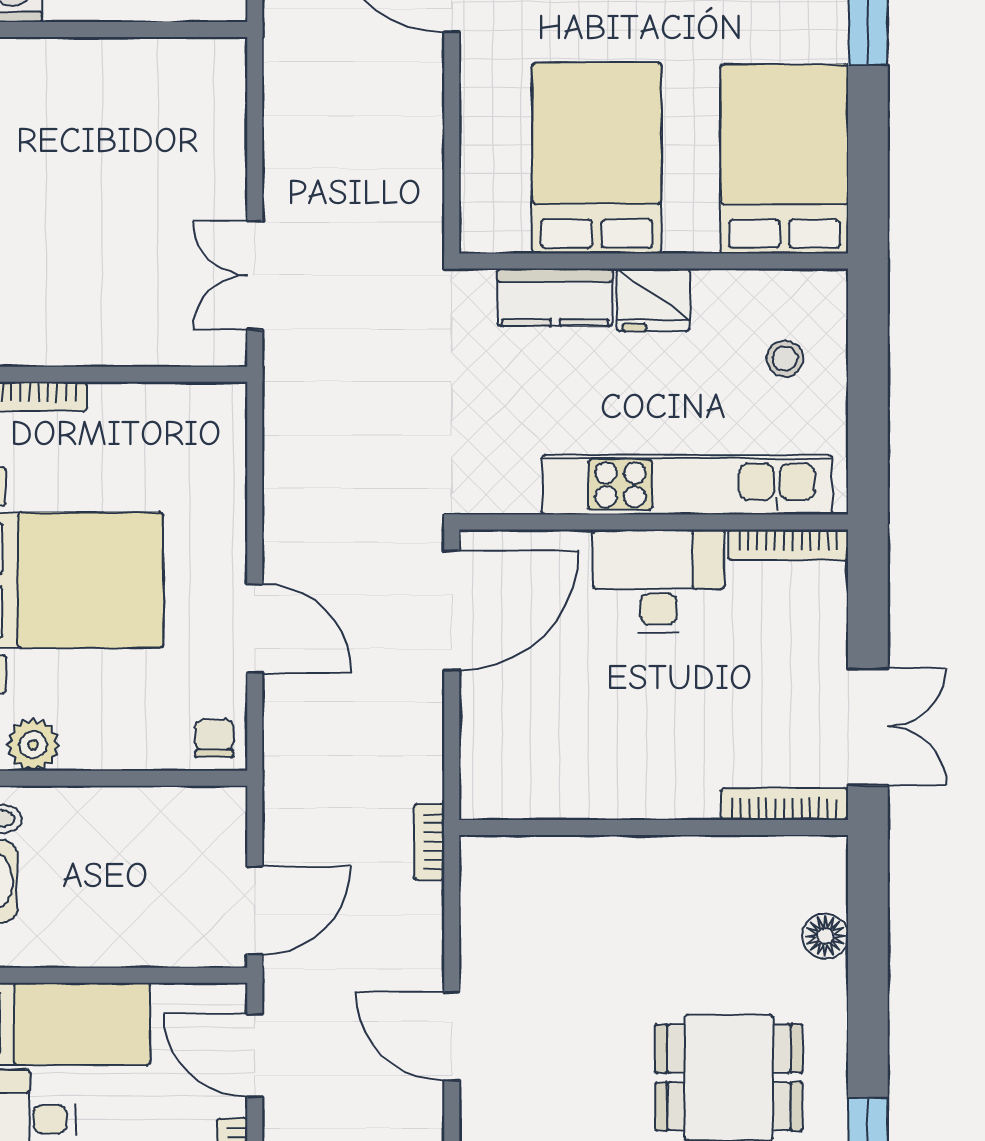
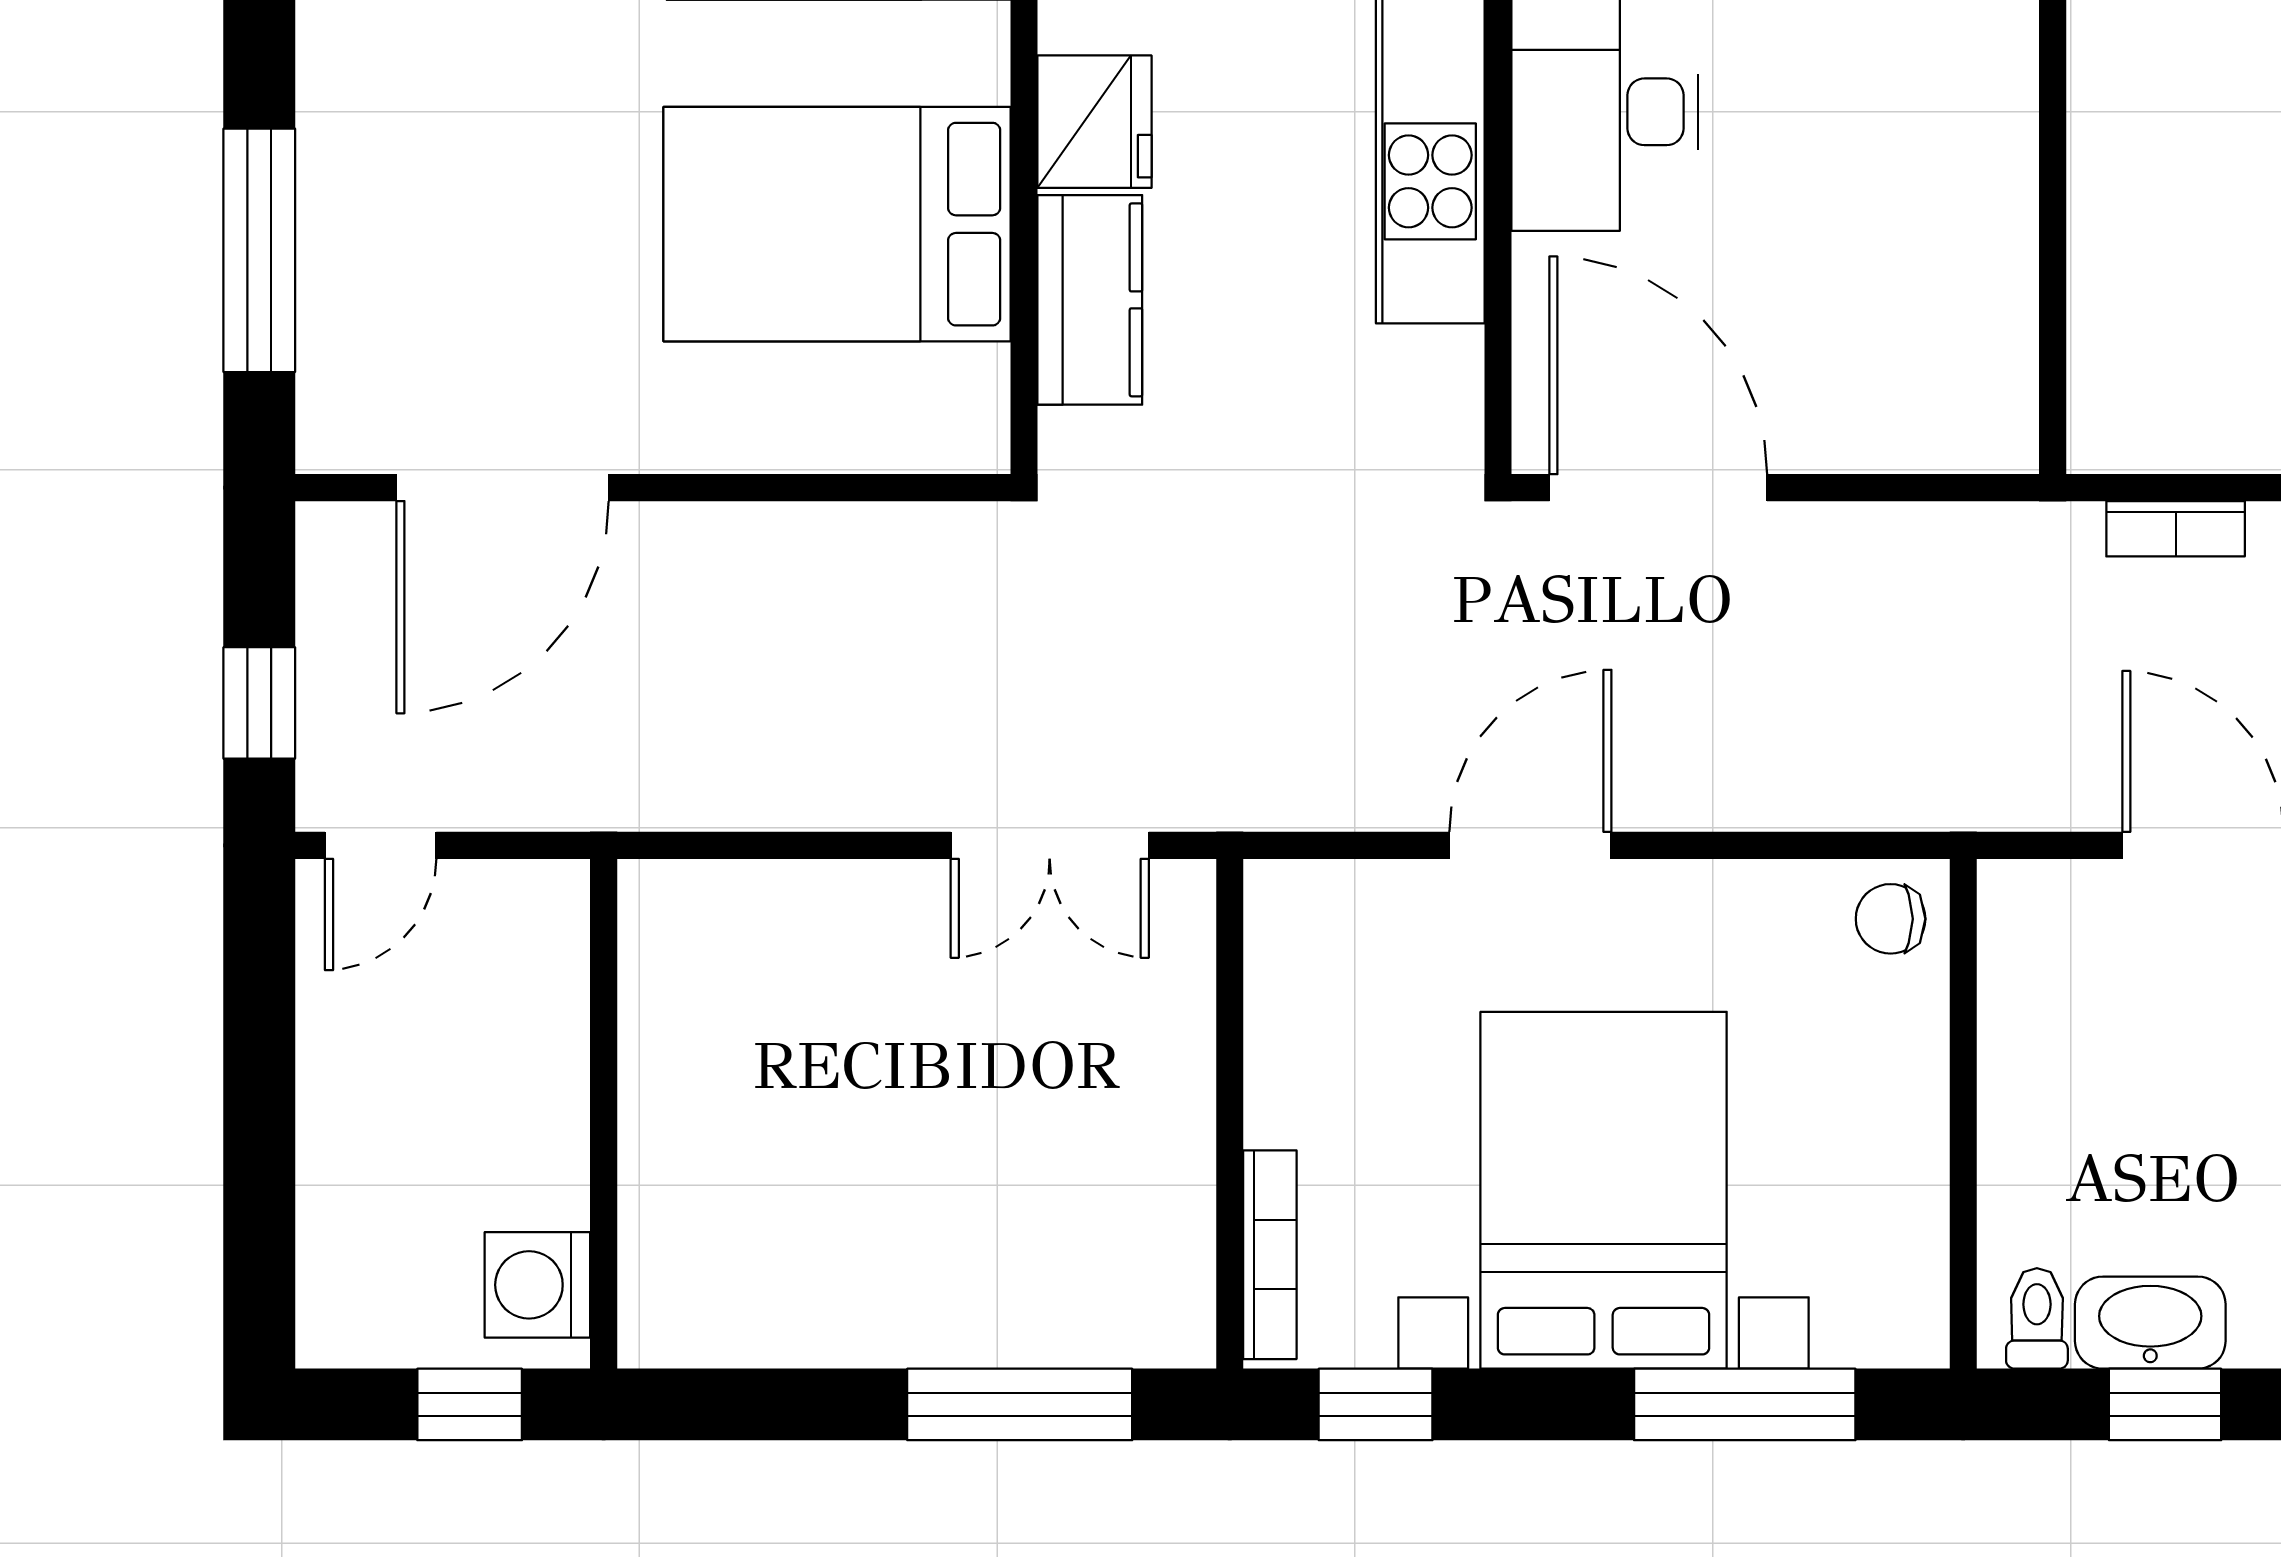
door: (255, 628) -> (1530, 845), moved
plant: (33, 745) -> (1902, 1248), removed
bookcase: (429, 842) -> (2176, 529), moved

